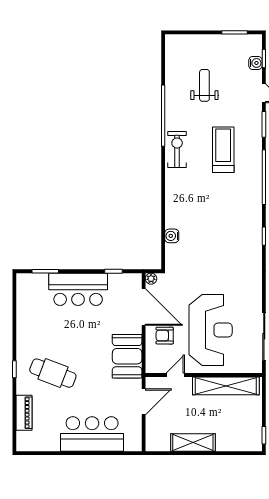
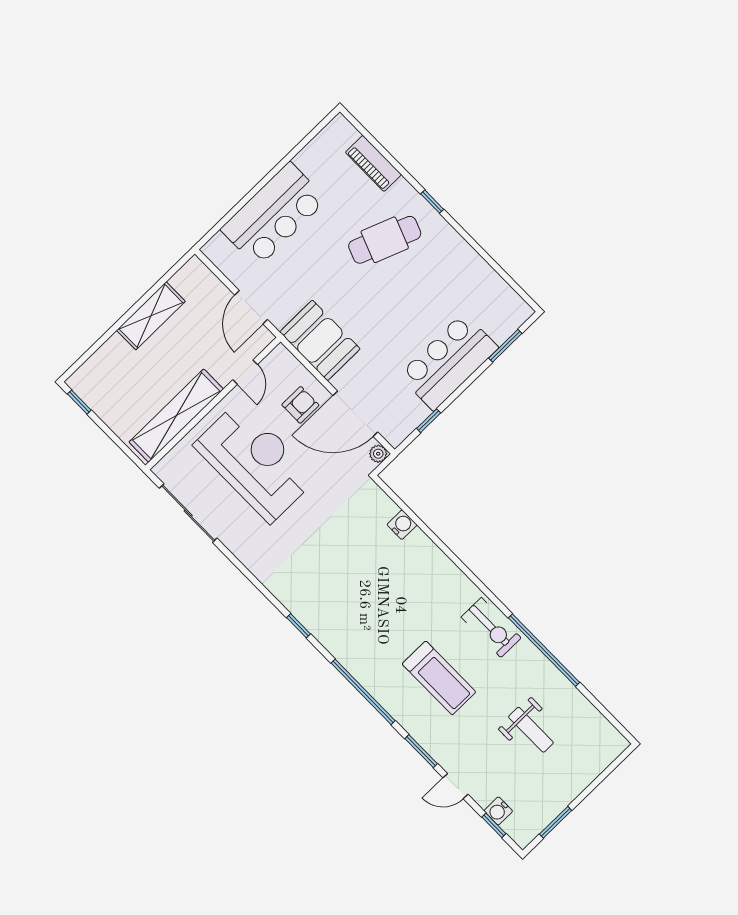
reception desk: (211, 330) -> (255, 462), turned 180

